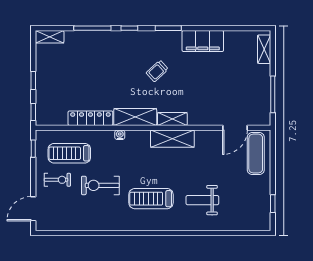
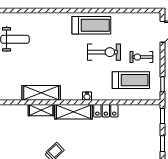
locker: (90, 118) -> (106, 111), width x0.66
treadmill: (151, 199) -> (91, 25), moved

